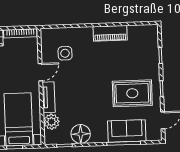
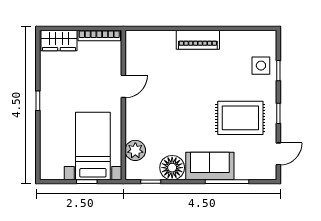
piano: (110, 33) -> (198, 40), moved
side table: (65, 53) -> (261, 66), moved
tv unit: (49, 97) -> (133, 119), removed
sofa: (127, 131) -> (210, 166), moved

